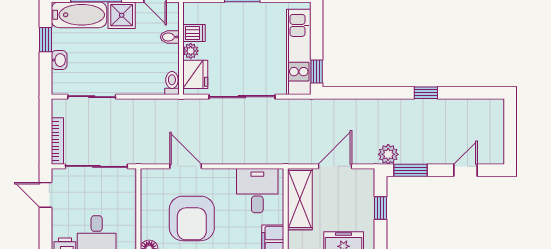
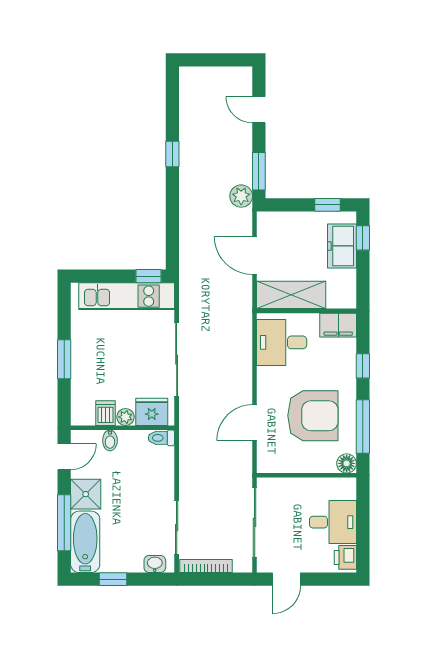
washbasin: (59, 60) -> (155, 564), moved
bookcase: (57, 141) -> (206, 566), moved
window: (380, 208) -> (328, 205), moved

